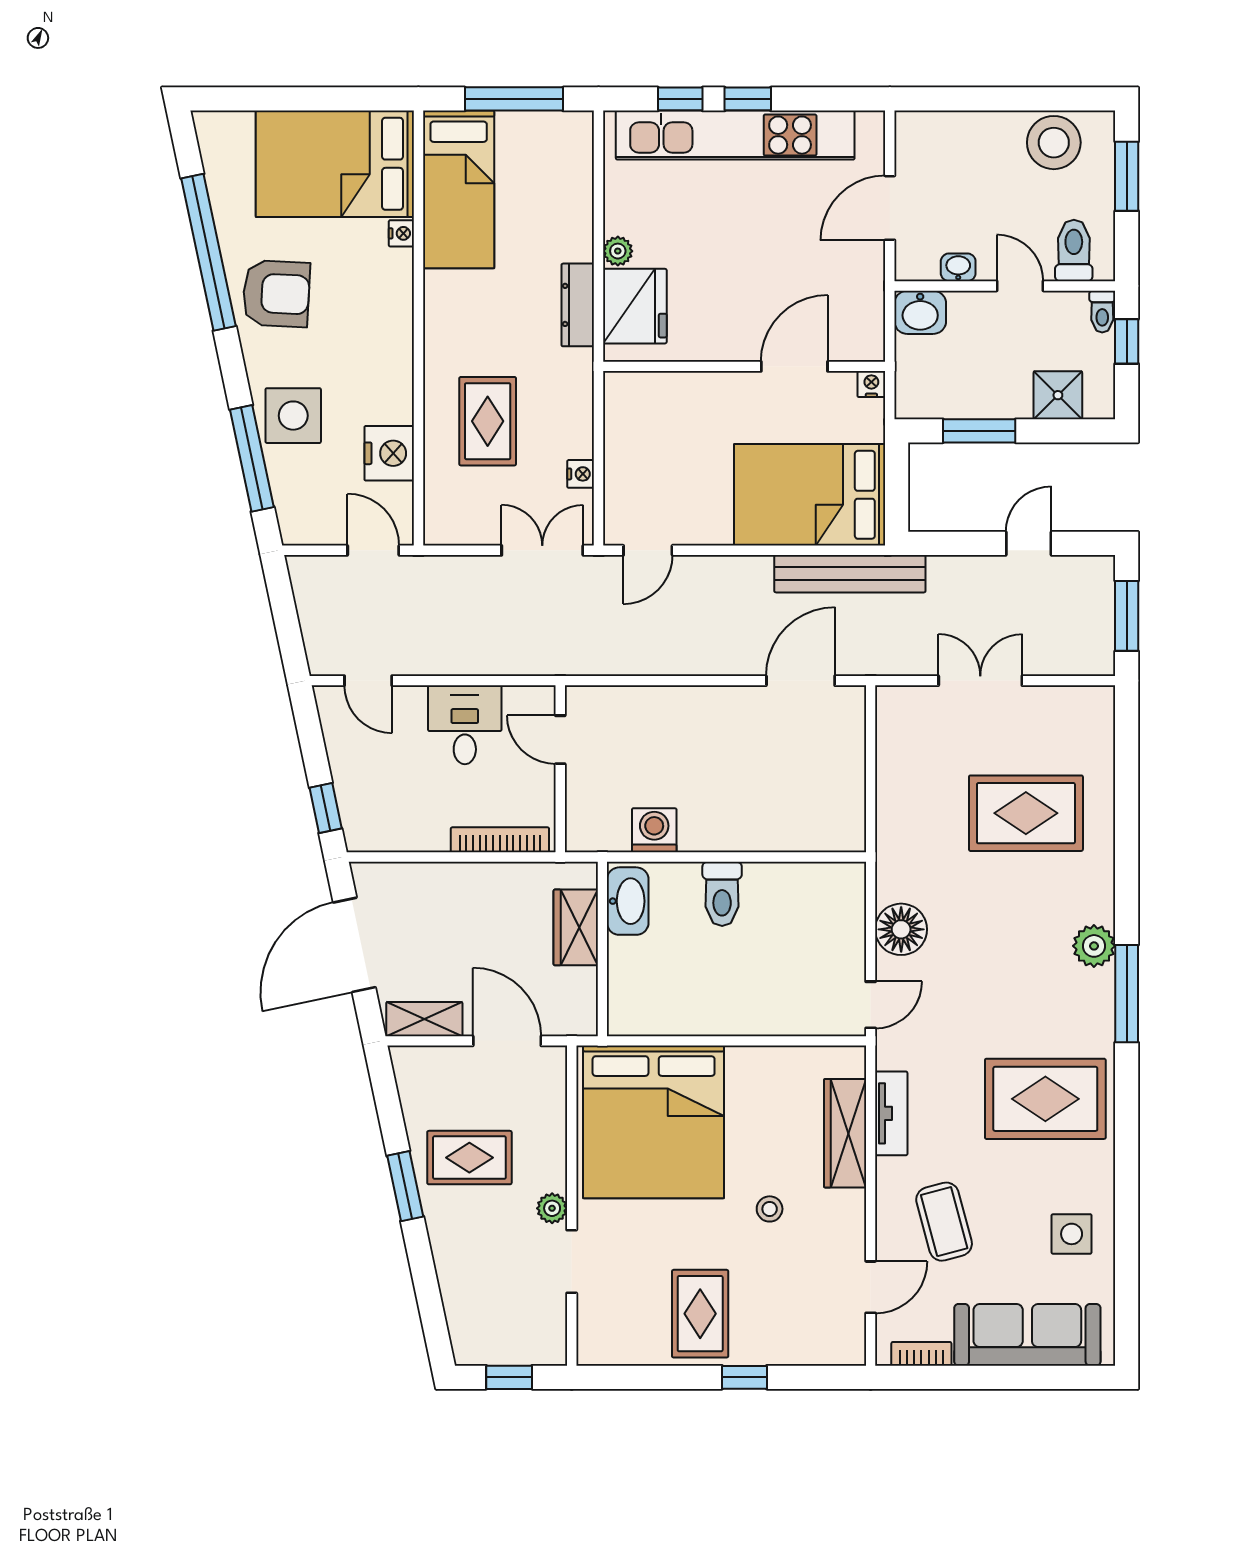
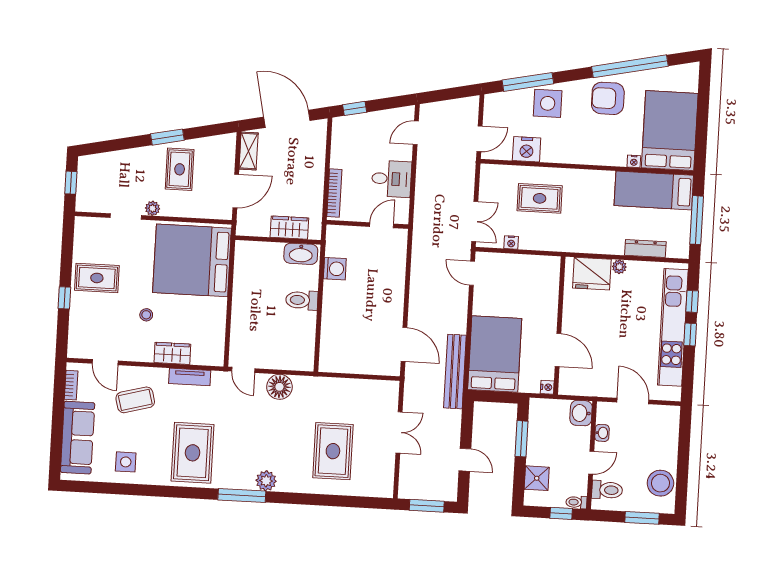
armchair: (276, 294) -> (608, 98), turned 87
dresser: (578, 305) -> (645, 249), moved
wardrobe: (845, 1133) -> (172, 353), width x0.67

